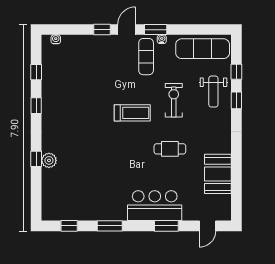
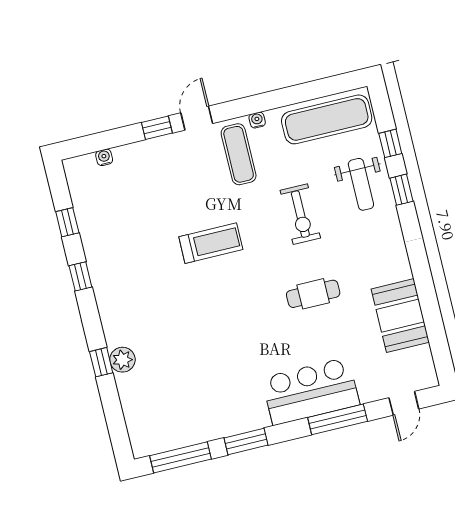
window: (156, 30) -> (244, 107), removed
water cooler: (56, 39) -> (104, 157), moved
exercise bike: (174, 100) -> (300, 214), turned 180
treadmill: (132, 113) -> (211, 243), moved
window: (69, 226) -> (181, 457), width x2.17
window: (166, 226) -> (338, 419), width x1.44

